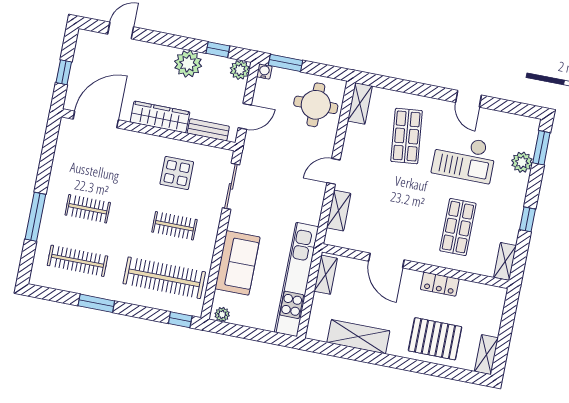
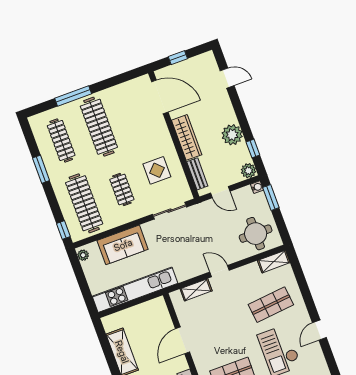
clothes rail: (88, 209) -> (99, 127), width x1.86, depth x1.31
shelving: (326, 275) -> (149, 307), removed

